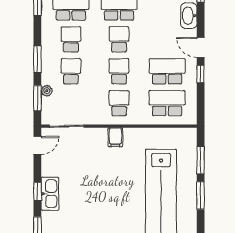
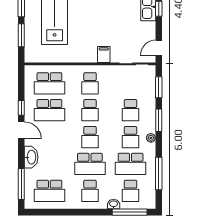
plant: (47, 91) -> (151, 138), moved
filing cabinet: (115, 137) -> (104, 55), moved

